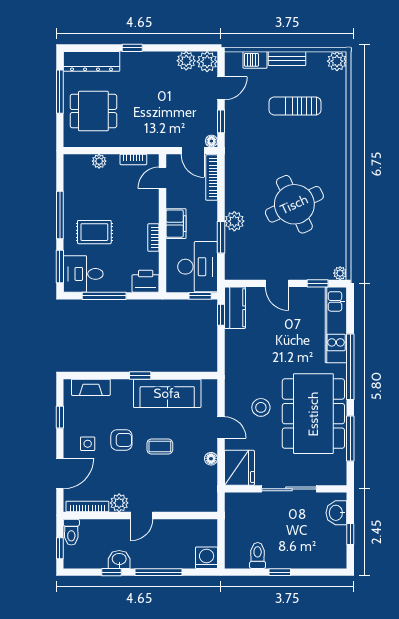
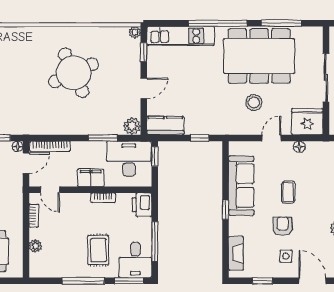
plant: (234, 221) -> (132, 126), moved
window: (221, 315) -> (200, 138), moved

